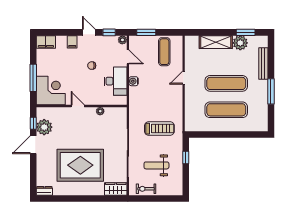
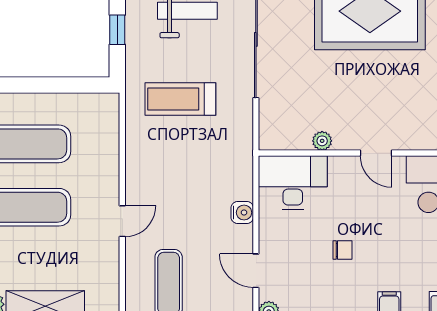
desk: (116, 81) -> (293, 183), moved, turned 90

